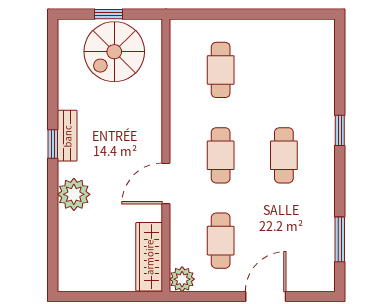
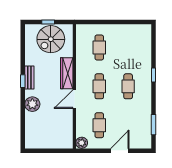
wardrobe: (149, 257) -> (67, 73), moved

